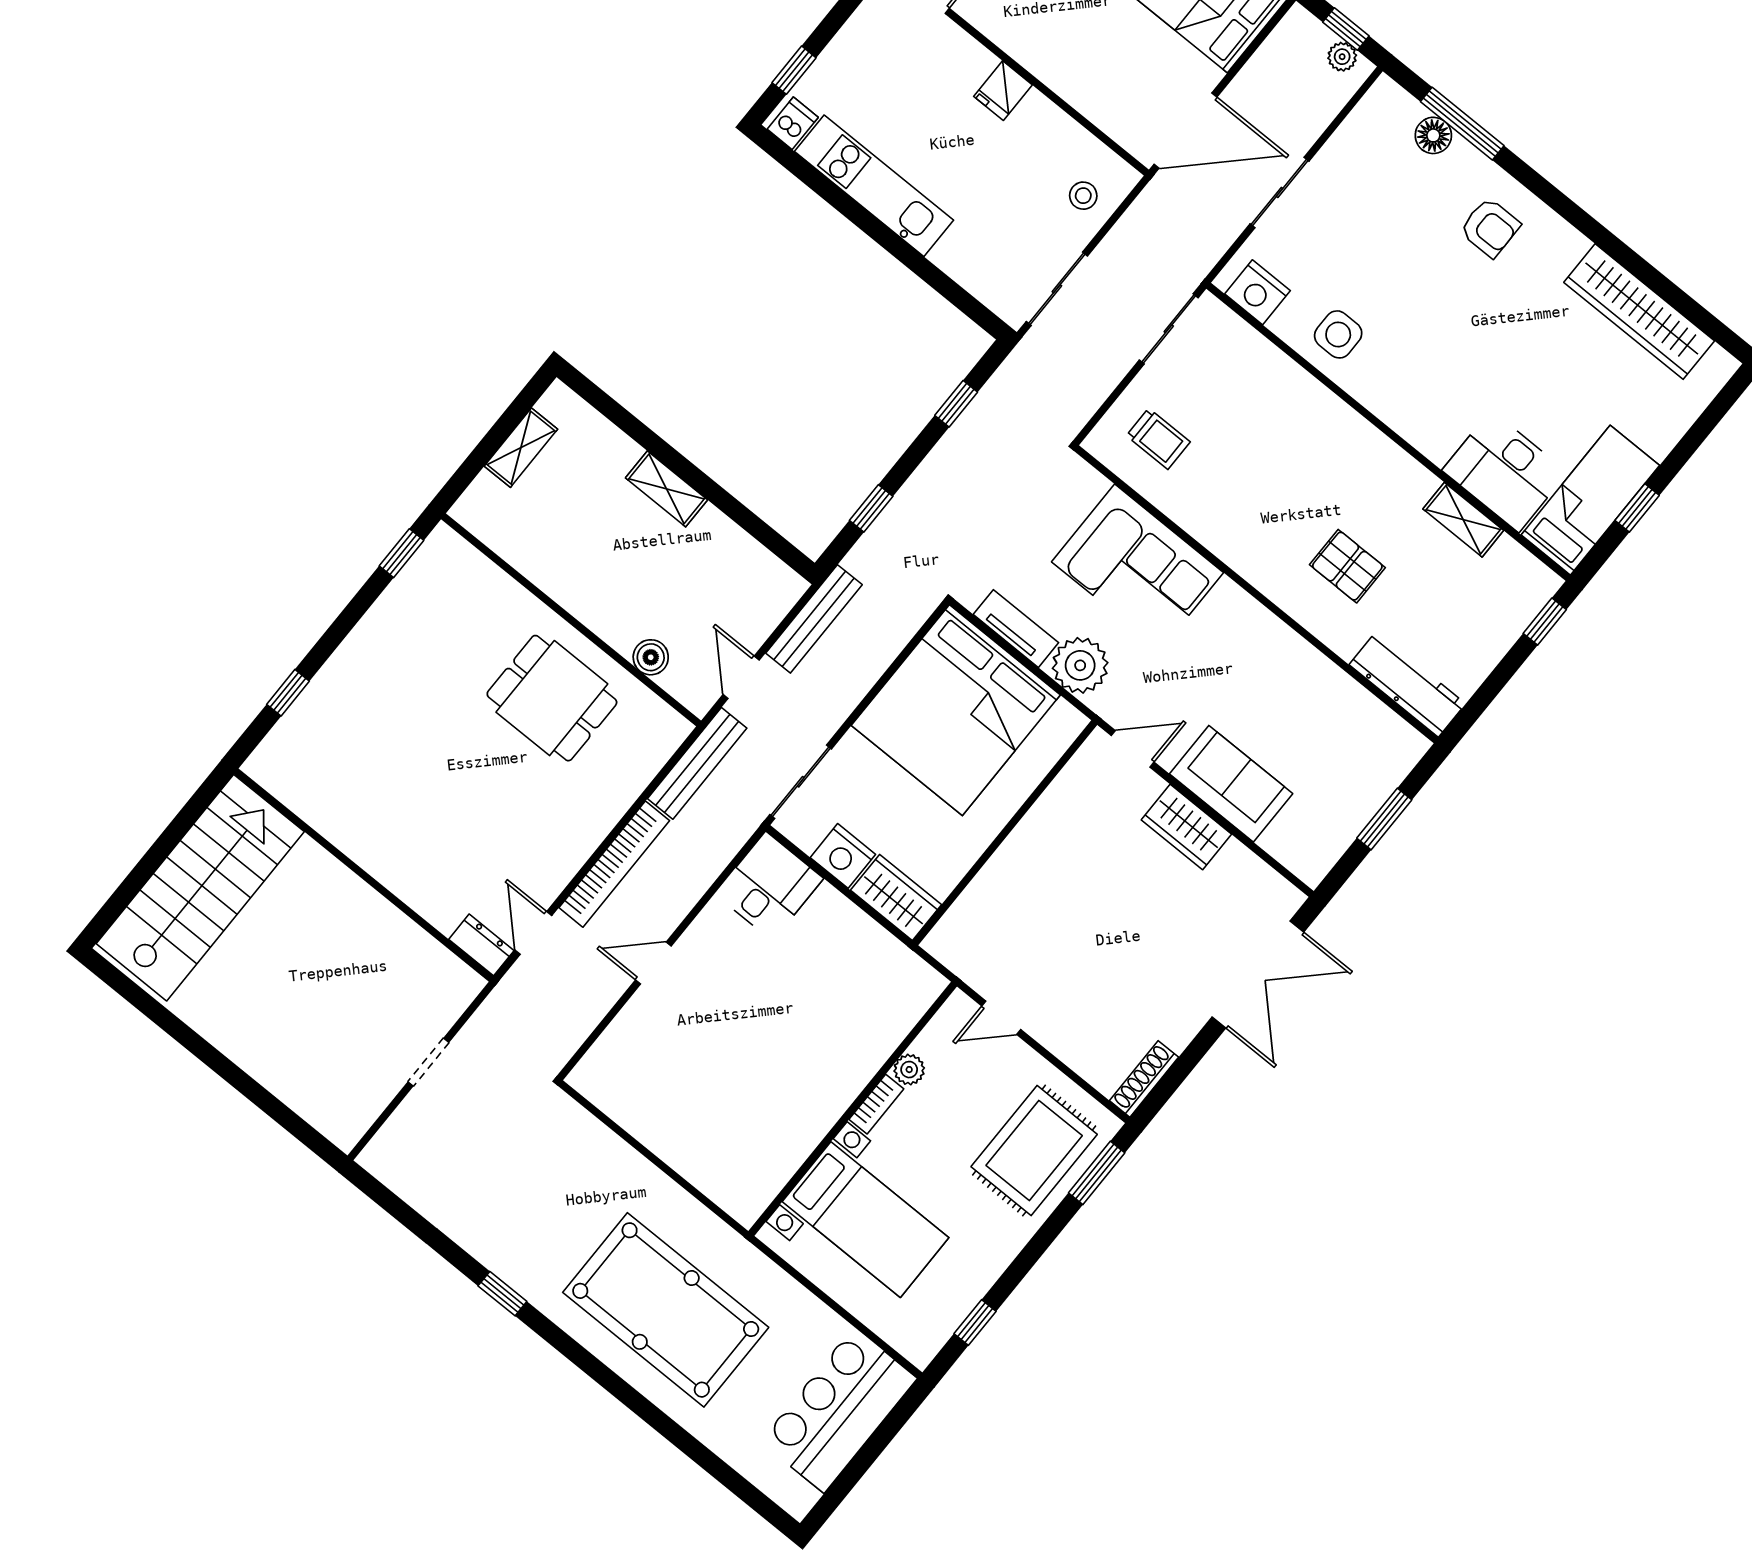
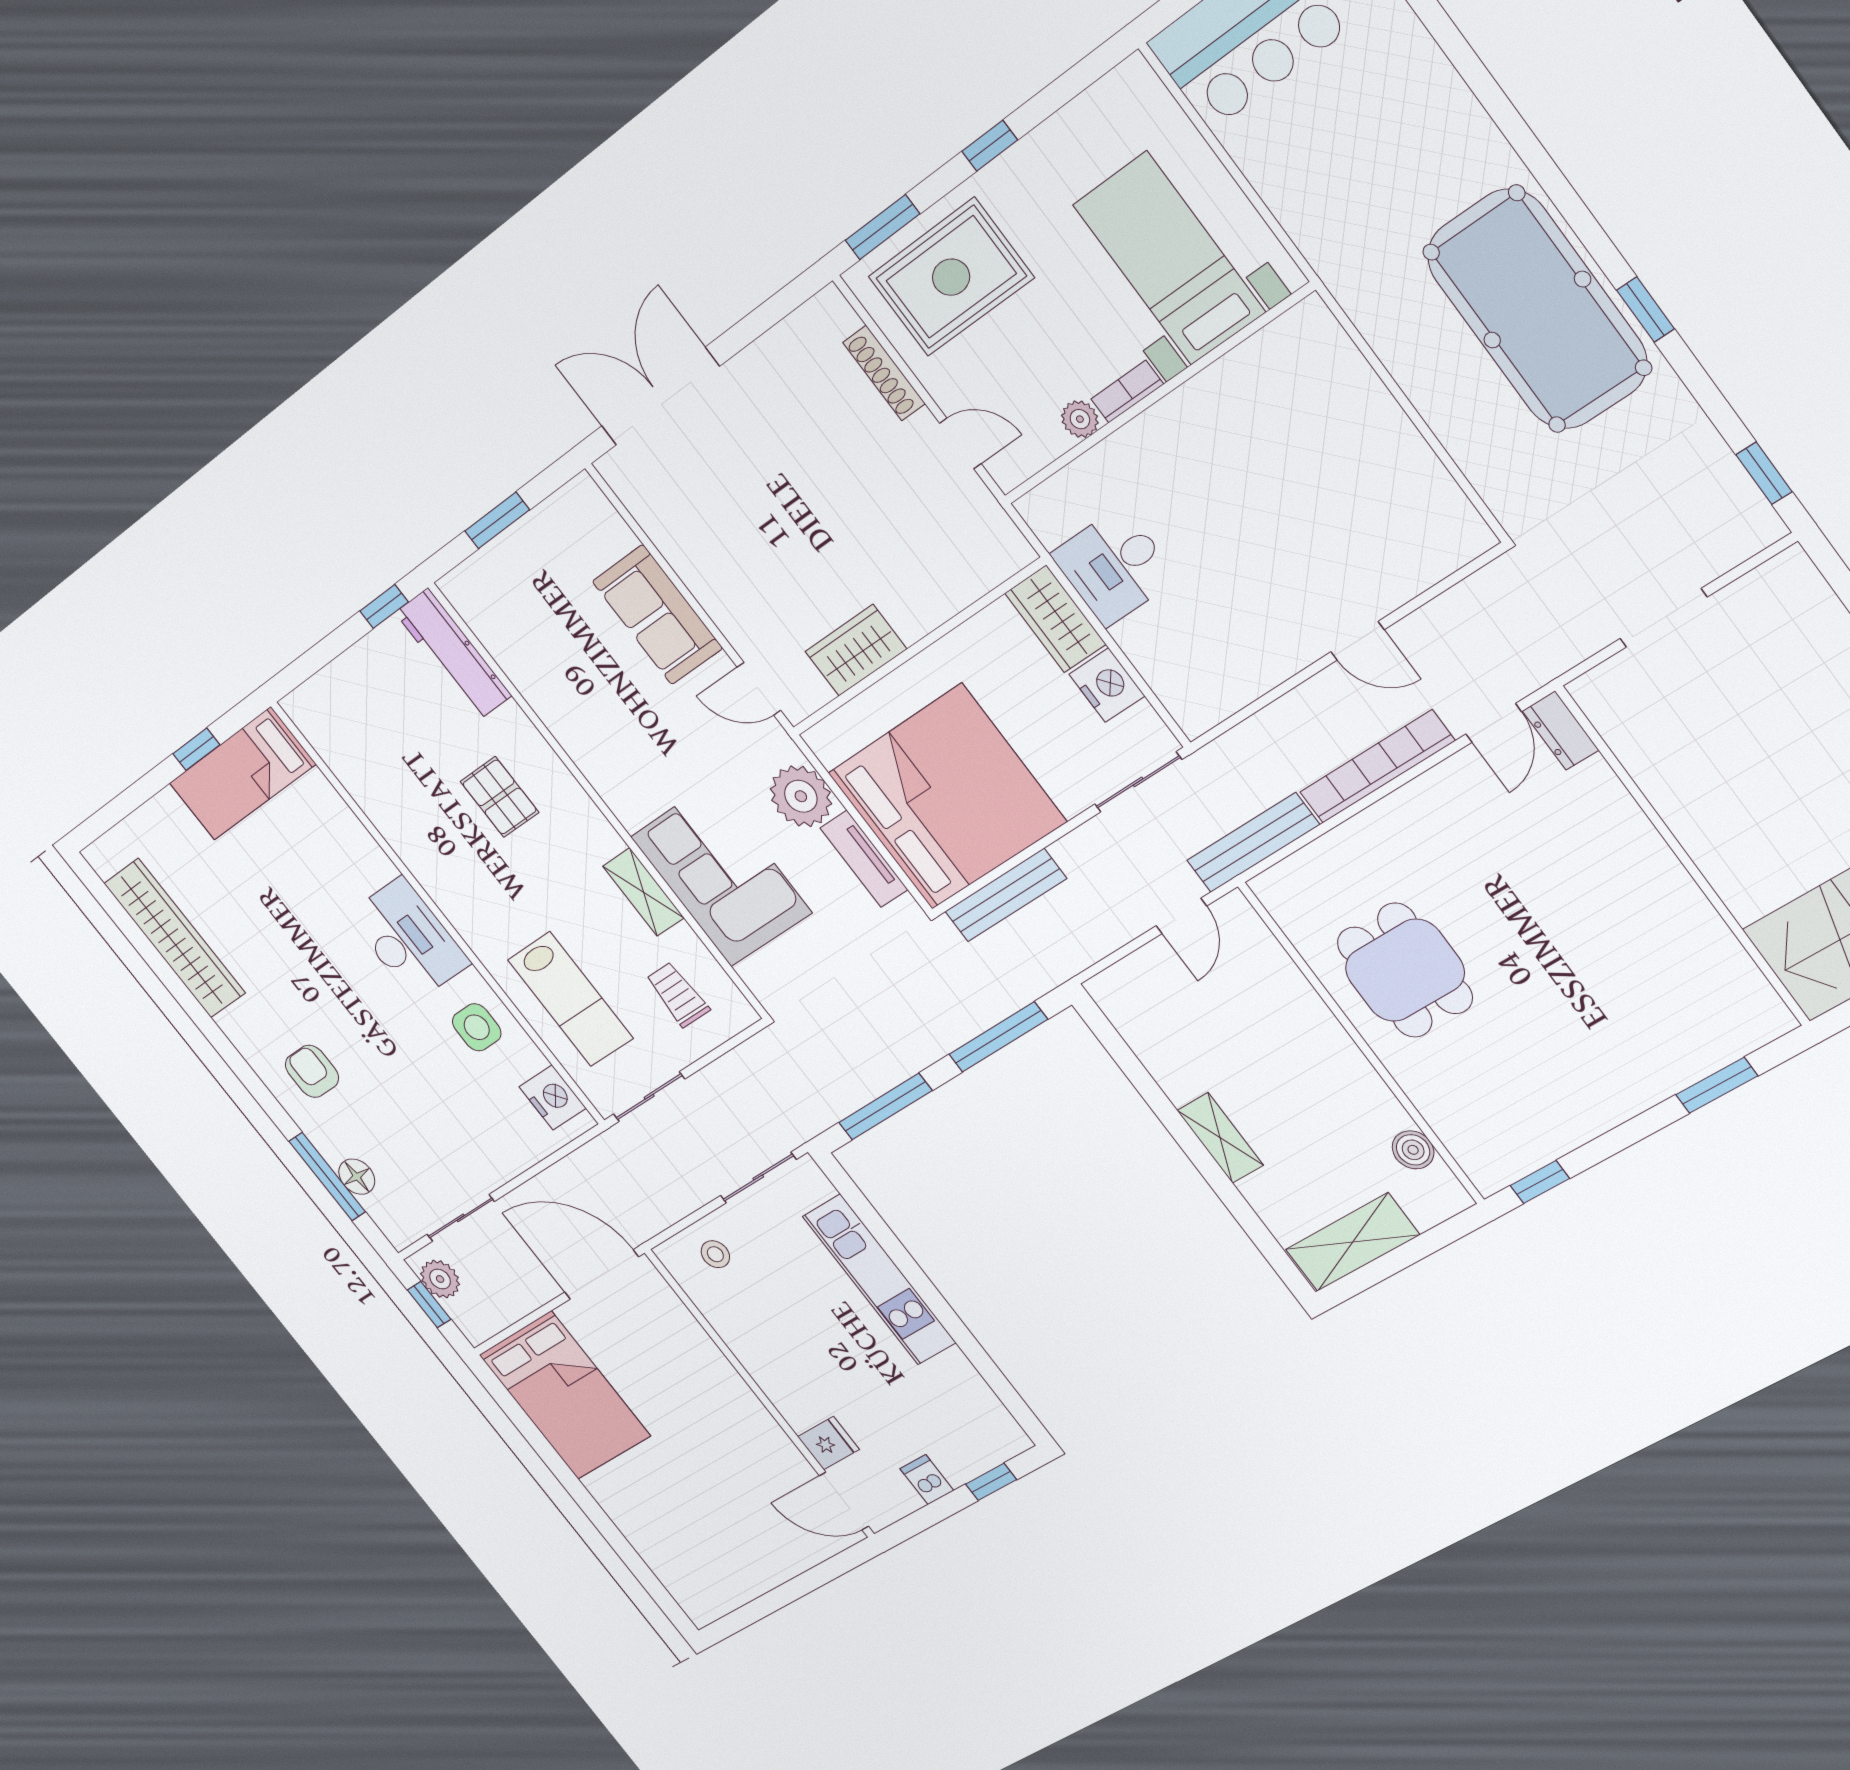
plant: (1342, 57) -> (440, 1279), width x1.38, depth x1.38
fridge: (1003, 91) -> (828, 1443), moved
dishwasher: (793, 123) -> (927, 1480), moved, turned 90
kitchen unit: (874, 186) -> (879, 1280), moved
sliding door: (1280, 192) -> (461, 1218), moved
lab bench: (1255, 396) -> (570, 999), added
window: (956, 404) -> (885, 1107), width x2.17
shelving: (521, 448) -> (1352, 1242), width x1.50, depth x1.33
desk: (1505, 471) -> (409, 939), moved
window: (871, 508) -> (998, 1037), width x2.17
shelving: (1463, 520) -> (643, 892), moved
bench: (814, 619) -> (1006, 895), moved
window: (1545, 622) -> (384, 607), moved
boiler: (651, 657) -> (1413, 1150), moved
window: (288, 693) -> (1717, 1085), width x1.50
wardrobe: (1186, 827) -> (856, 650), moved, turned -90
desk: (769, 886) -> (1114, 566), moved
doorway: (428, 1062) -> (1663, 618), width x1.38
shoe rack: (1144, 1079) -> (884, 373), moved, turned 90
window: (386, 1199) -> (1764, 473), added
pool table: (666, 1310) -> (1537, 310), moved
window: (975, 1323) -> (990, 146), moved

